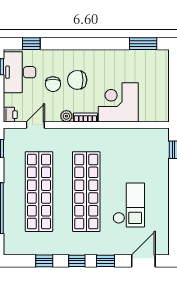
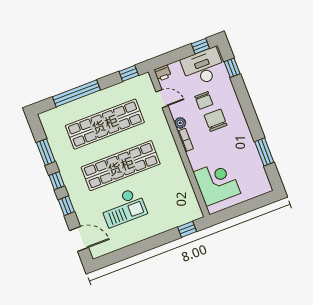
window: (143, 44) -> (264, 152), moved
chair: (53, 84) -> (204, 100), turned -90
corner desk: (118, 102) -> (217, 183), moved
window: (44, 261) -> (46, 152), width x1.50

